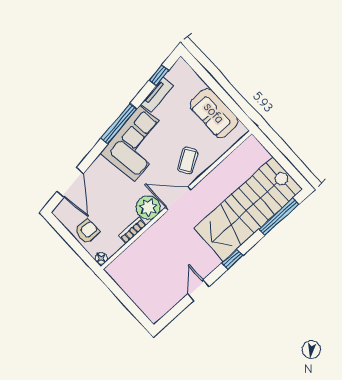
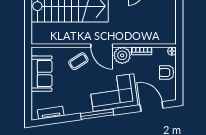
window: (159, 75) -> (52, 120), removed
tv unit: (157, 95) -> (51, 113), moved
corner sofa: (137, 143) -> (113, 93), moved
door: (70, 183) -> (152, 106), hinge flipped

